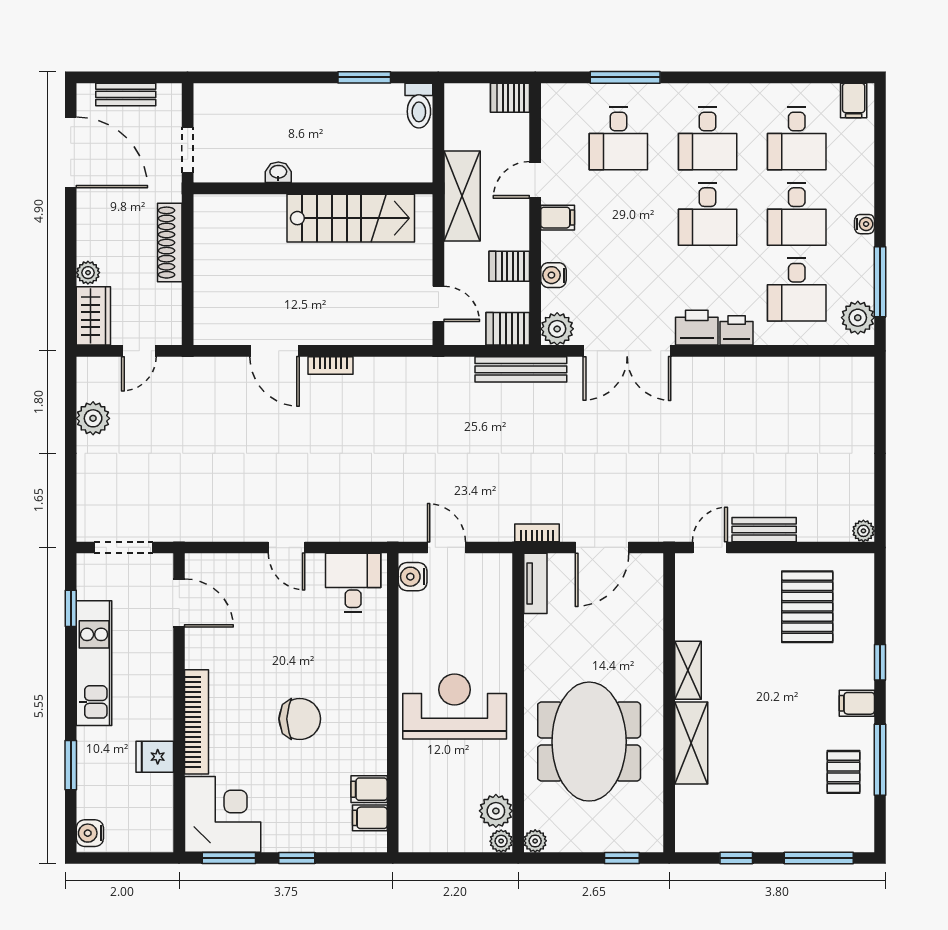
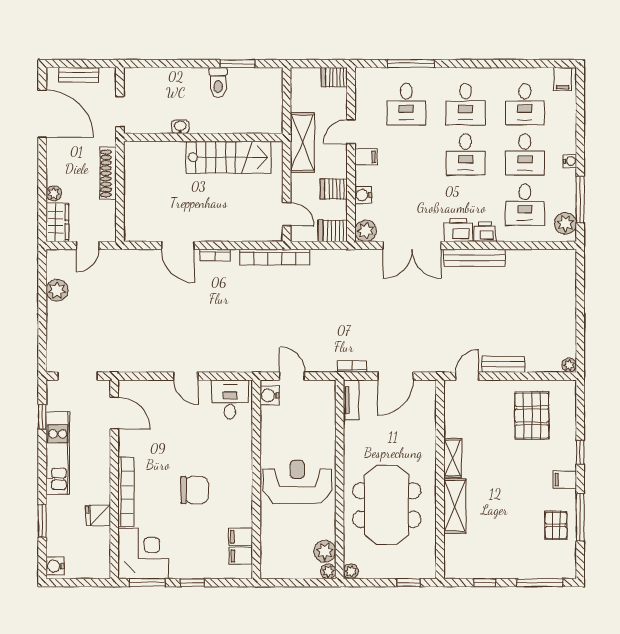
toilet: (419, 106) -> (218, 82), moved
bookcase: (420, 368) -> (275, 257), added
bench: (521, 369) -> (474, 258), moved

